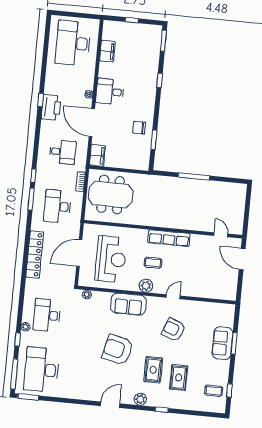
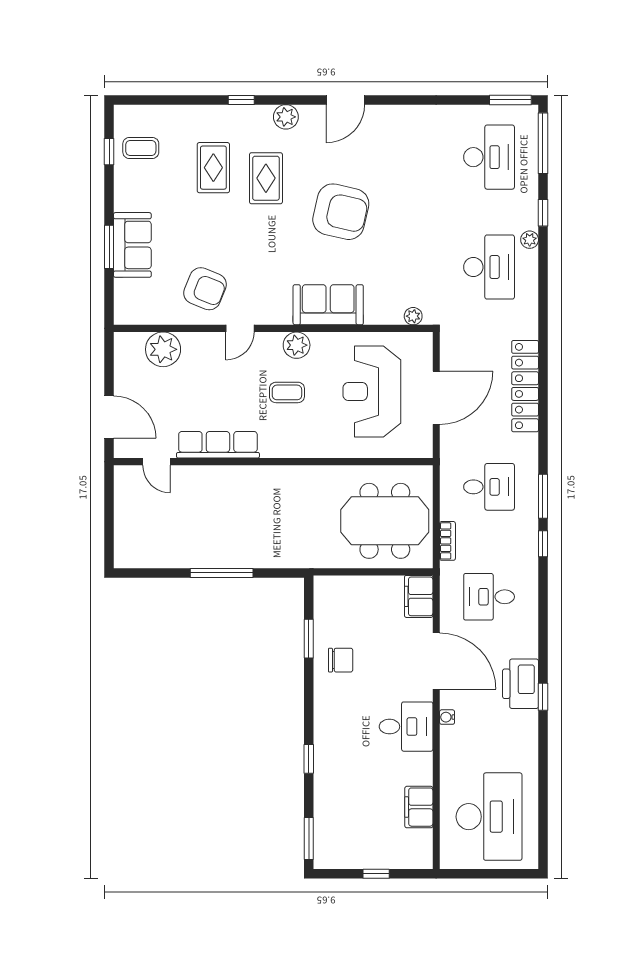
desk: (57, 206) -> (489, 487), width x0.73
row of seats: (169, 238) -> (218, 445), moved
plant: (212, 290) -> (163, 349), added
armchair: (174, 330) -> (205, 289), moved
desk: (42, 370) -> (489, 157), width x0.73, depth x0.77

